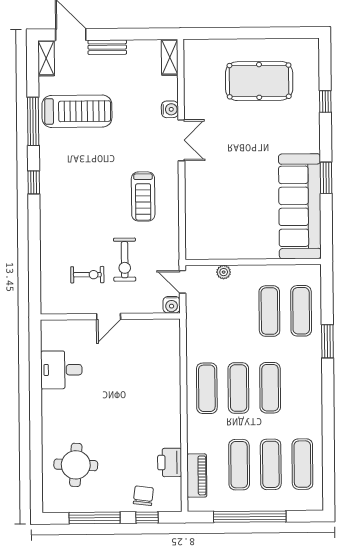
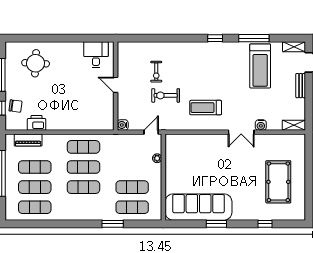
water cooler: (172, 305) -> (123, 125), moved
wall: (110, 316) -> (116, 86), moved
door: (109, 317) -> (116, 85), moved

